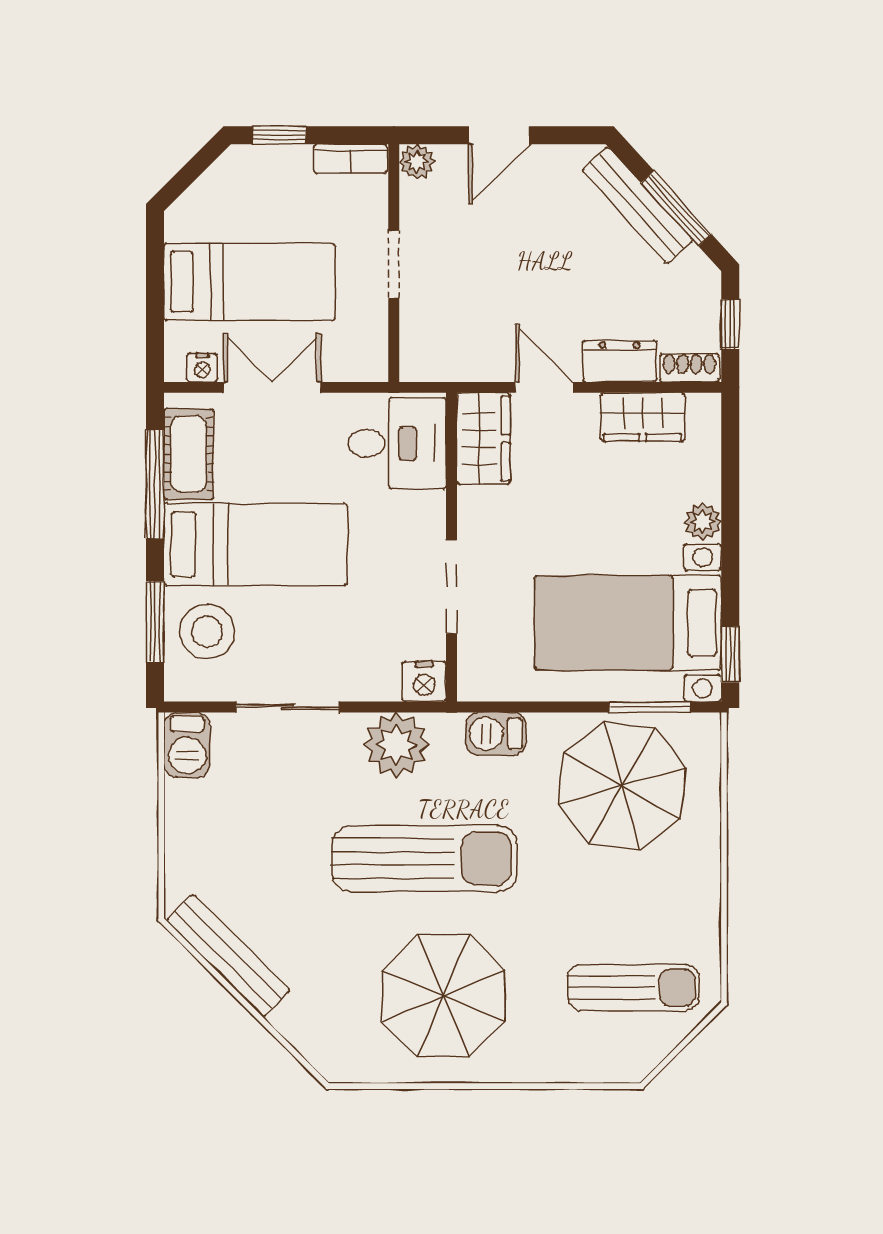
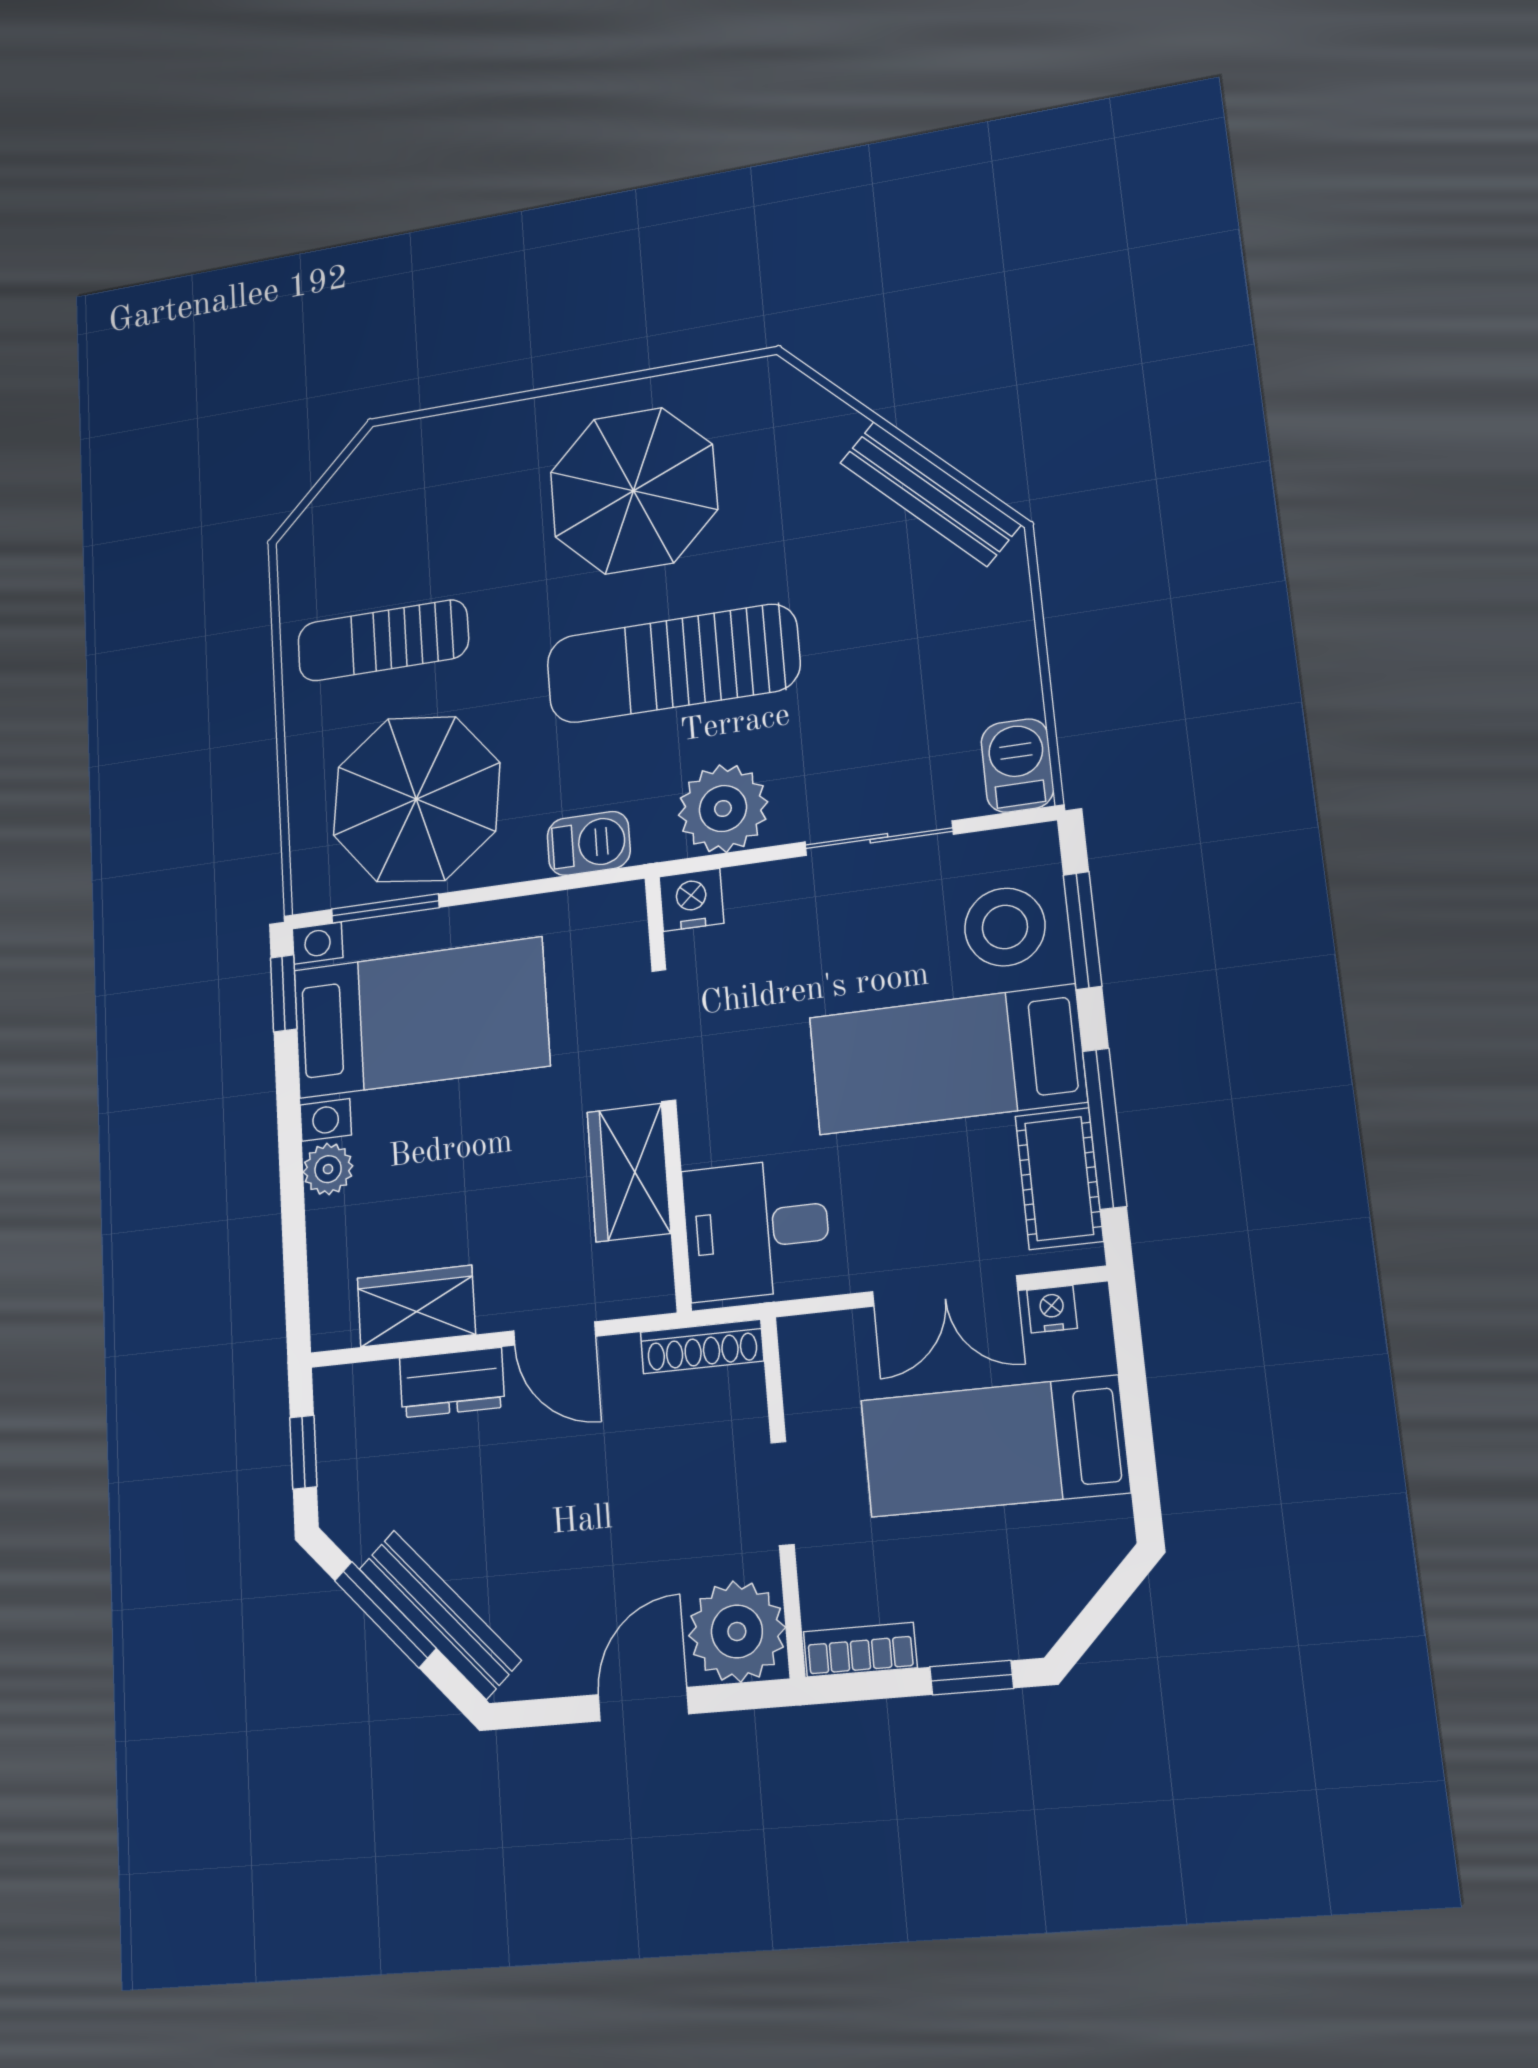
plant: (417, 162) -> (737, 1631), width x1.88, depth x1.88
shoe rack: (690, 368) -> (702, 1346), moved, width x1.43
wardrobe: (483, 439) -> (629, 1172), moved
sun lounger: (633, 987) -> (383, 640), moved

